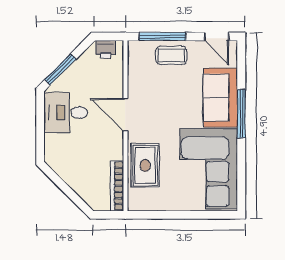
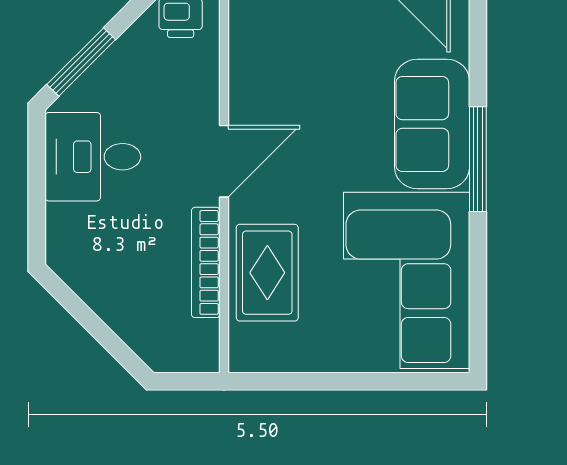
coffee table: (171, 55) -> (324, 31), removed
door: (125, 115) -> (224, 161), swing flipped
bookcase: (117, 186) -> (206, 262), moved

